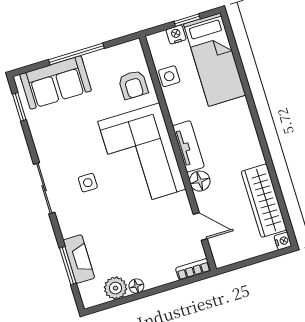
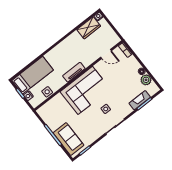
armchair: (133, 85) -> (57, 106), removed
floor lamp: (200, 181) -> (87, 62), removed
wardrobe: (264, 201) -> (89, 28), width x0.67
door: (200, 226) -> (106, 54), swing flipped

